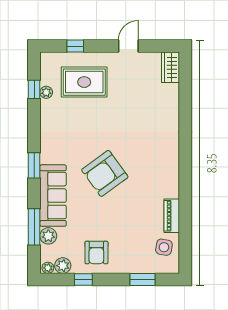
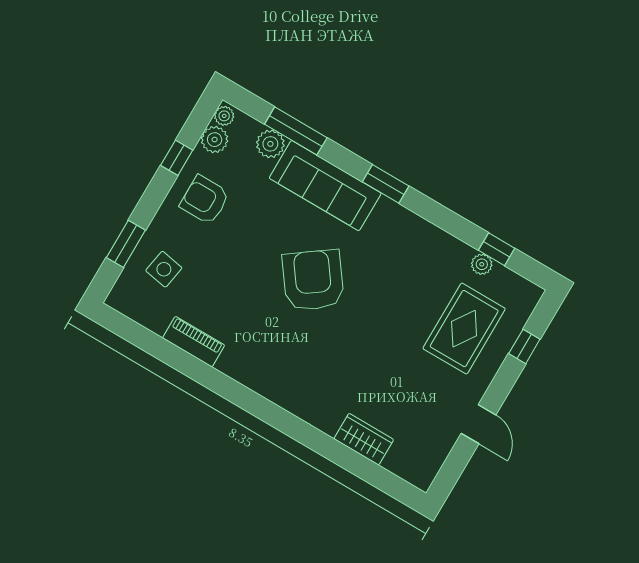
wardrobe: (170, 67) -> (364, 439), moved
side table: (164, 247) -> (164, 269), moved

